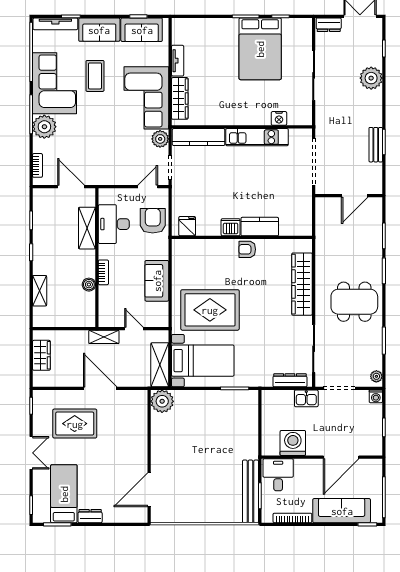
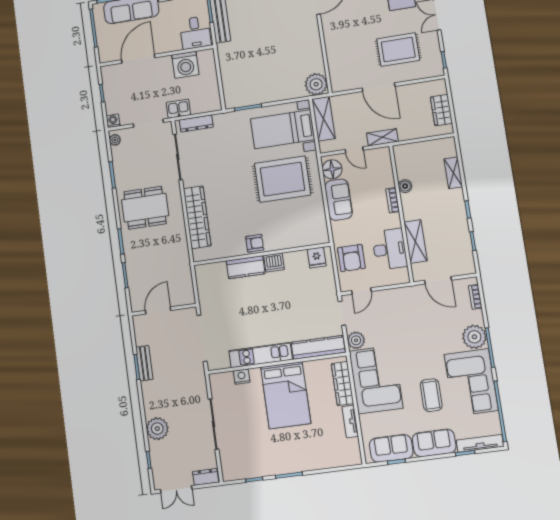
bed: (260, 49) -> (286, 395), moved, turned 180
floor lamp: (159, 312) -> (332, 169), added

